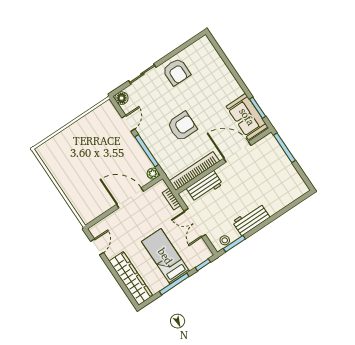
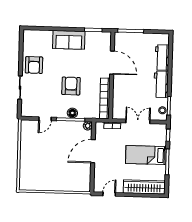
armchair: (177, 72) -> (34, 65), turned 90
floor lamp: (122, 98) -> (72, 113), moved
sofa: (247, 117) -> (69, 40), moved
door: (128, 123) -> (45, 119), swing flipped
door: (237, 152) -> (112, 63), swing flipped
workbench: (205, 186) -> (162, 57), moved, turned 180
double door: (195, 223) -> (138, 121), swing flipped
door: (97, 247) -> (109, 194), hinge flipped

